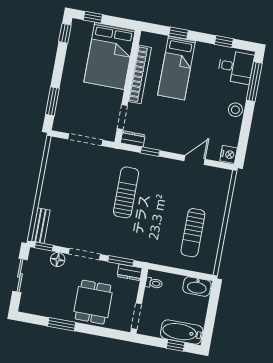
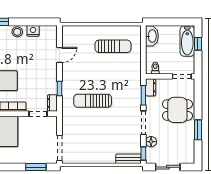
doorway: (85, 140) -> (59, 148), moved
nightstand: (229, 154) -> (33, 31), moved
door: (195, 160) -> (59, 55), swing flipped

